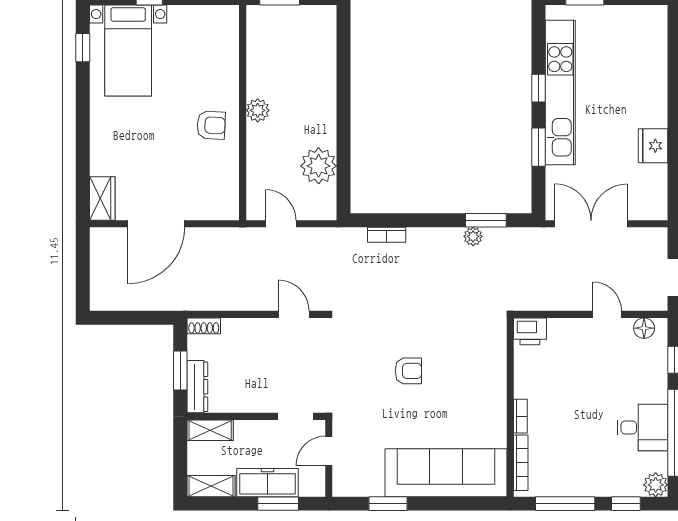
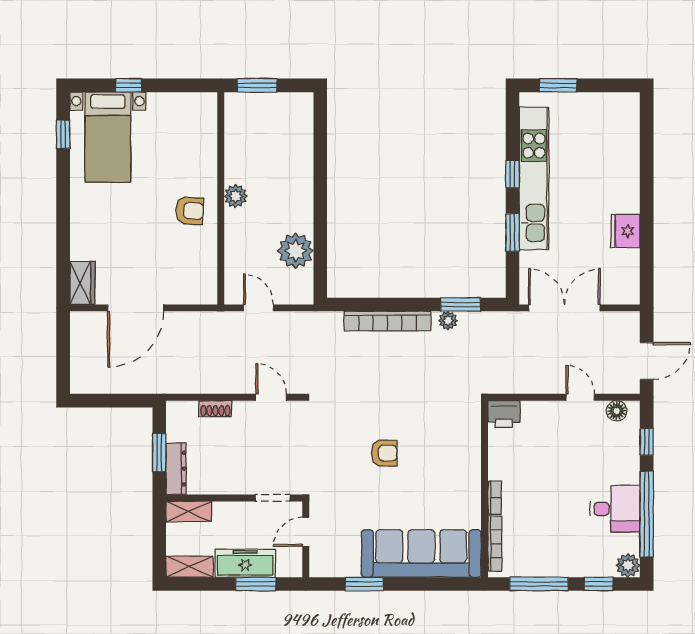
bookcase: (387, 235) -> (387, 321), width x2.31, depth x1.31
shoe rack: (204, 326) -> (215, 409), moved

